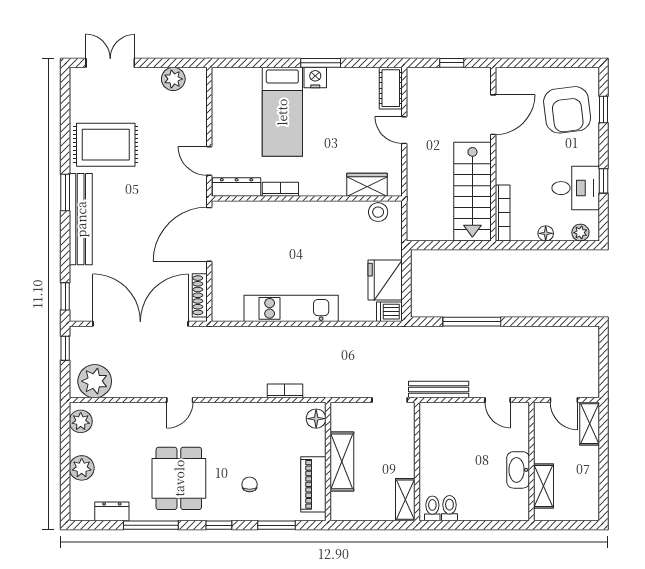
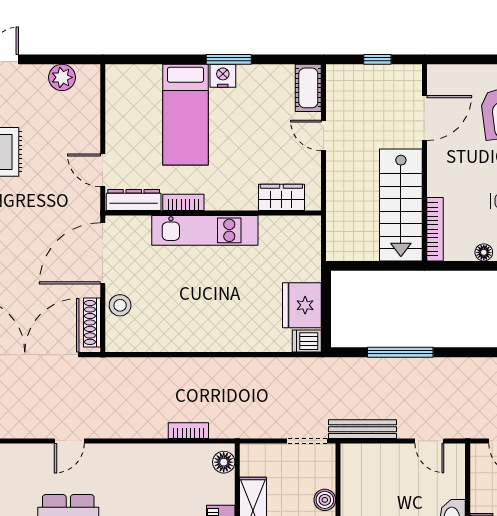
stool: (378, 212) -> (120, 305), moved
kitchen unit: (291, 308) -> (205, 230), moved, turned 180
boiler: (405, 452) -> (325, 500), added

